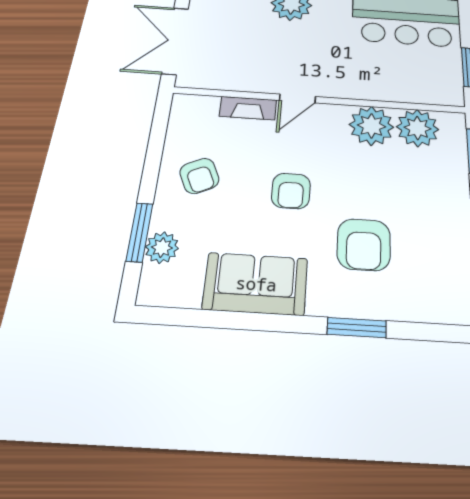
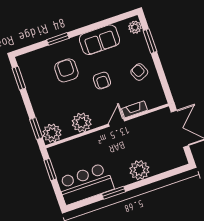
plant: (417, 128) -> (52, 133), moved
armchair: (291, 191) -> (102, 81), turned 180
plant: (162, 248) -> (135, 27), moved

